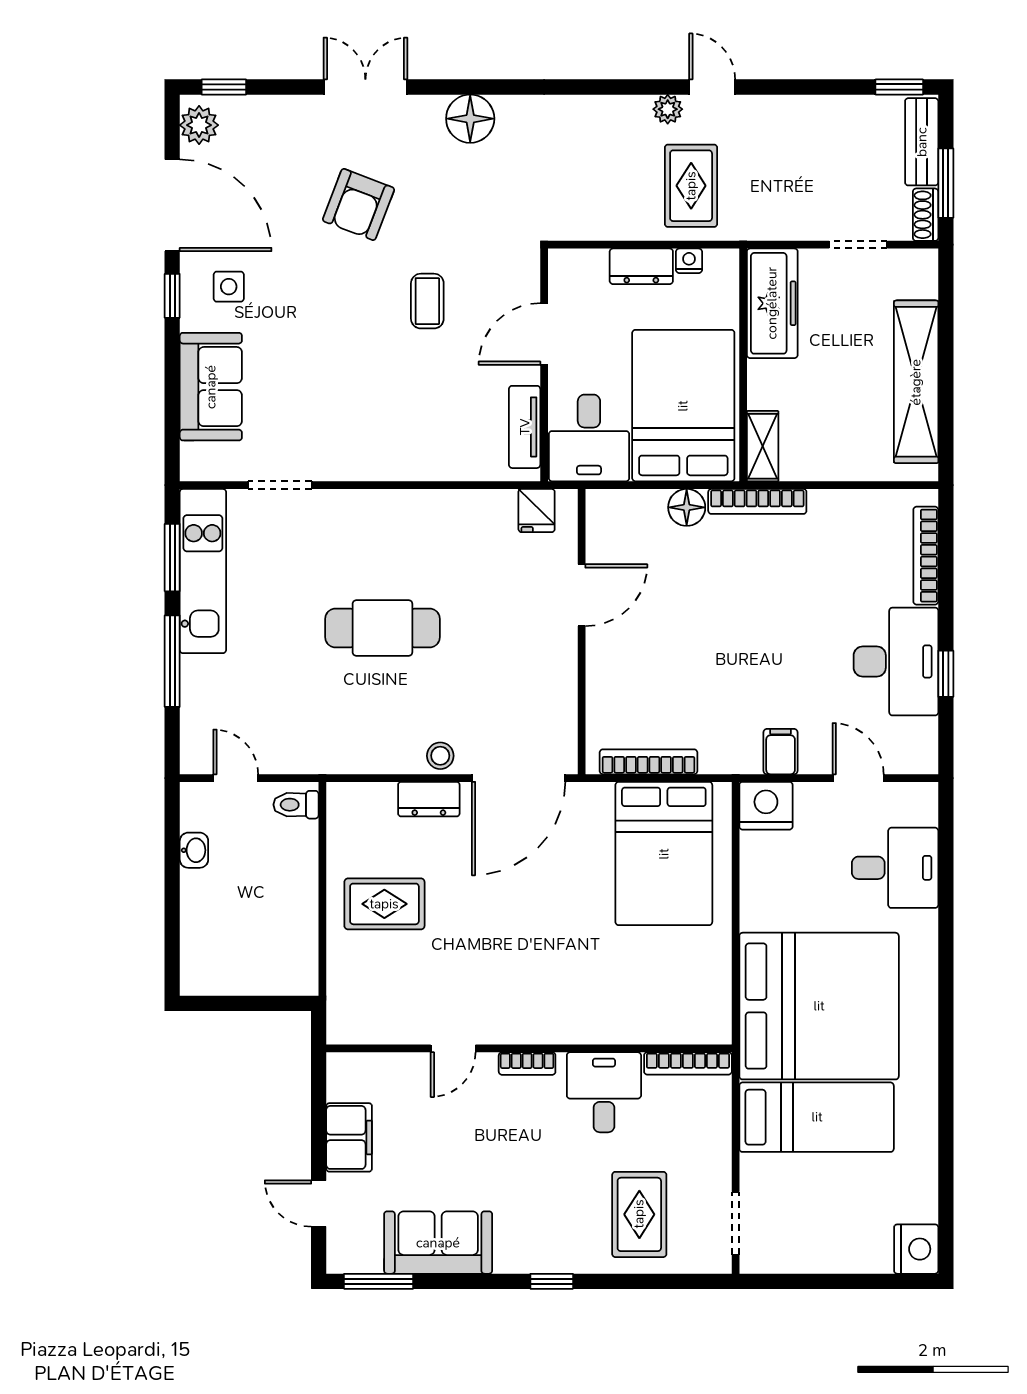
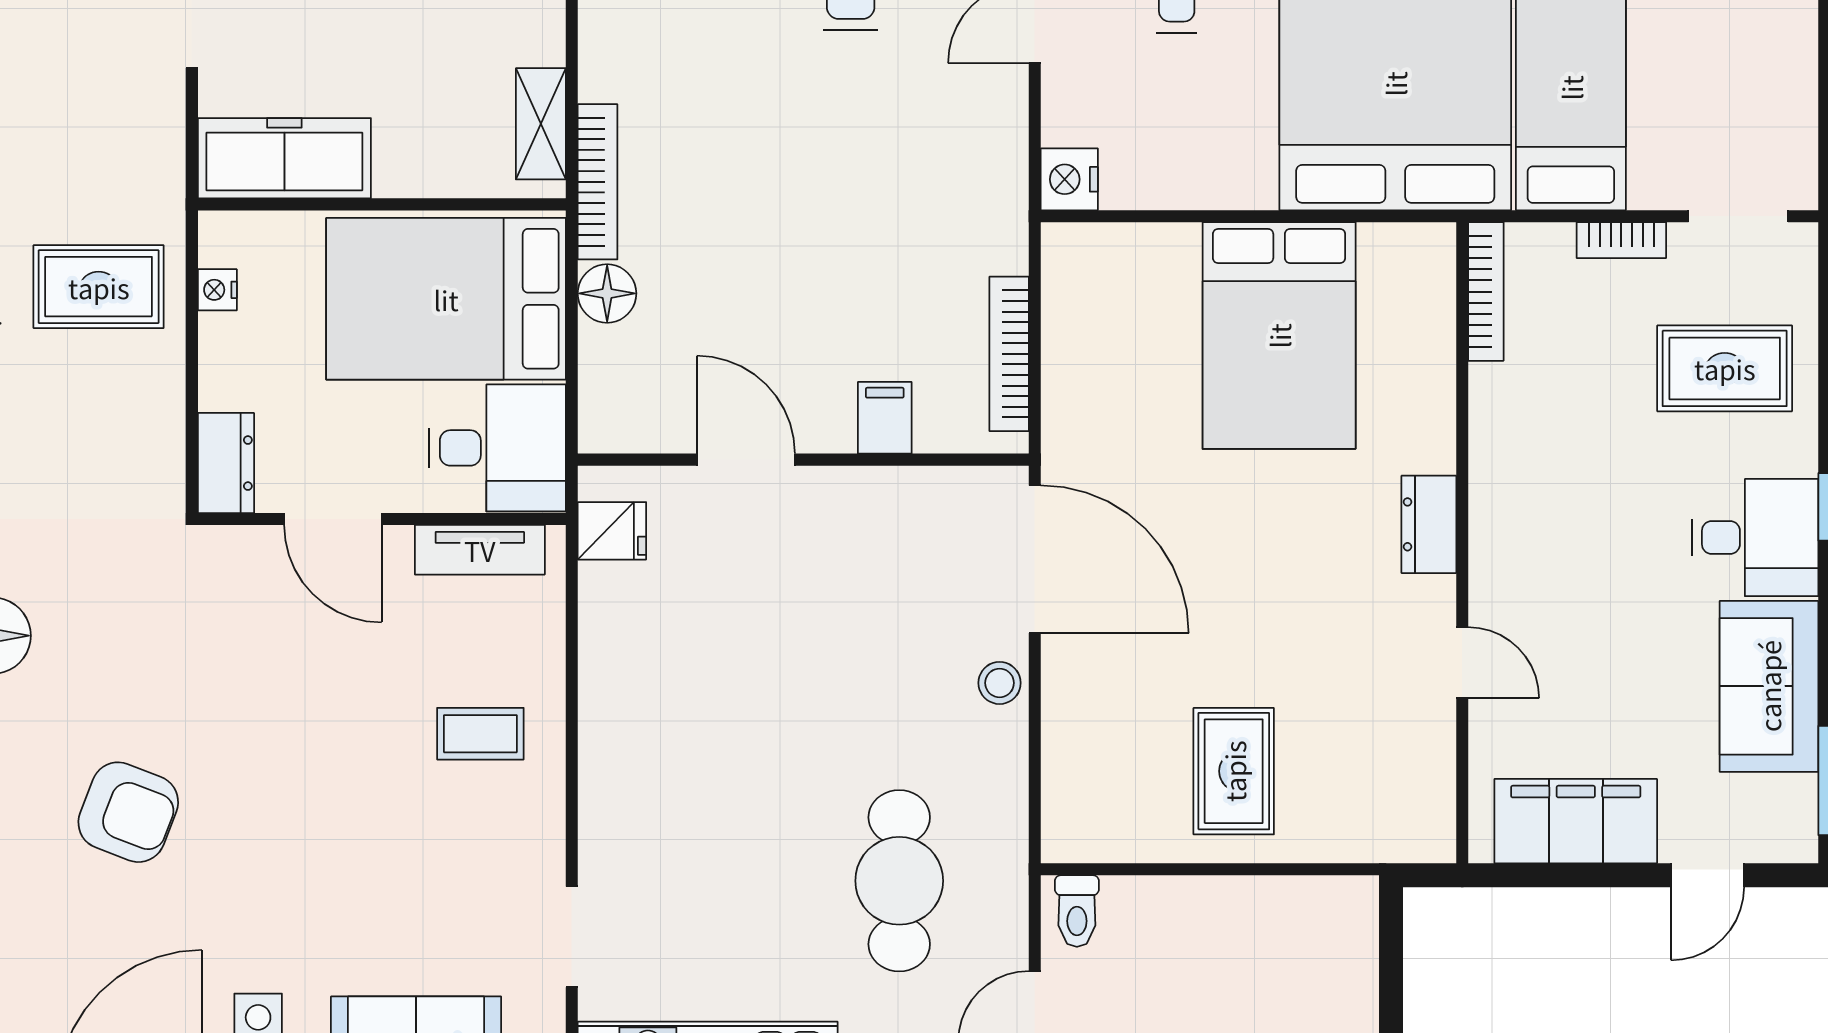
dresser: (641, 266) -> (226, 463), moved
coffee table: (427, 301) -> (480, 734), moved
shelving: (763, 446) -> (541, 124), moved, turned 90
cafe table: (382, 628) -> (899, 881), moved
filing cabinet: (781, 752) -> (885, 418), moved, turned 90
dresser: (429, 799) -> (1429, 524), moved, turned 180
nightstand: (766, 806) -> (1069, 179), width x0.74, depth x0.75
bed: (664, 854) -> (1279, 336), moved, turned 90
bookcase: (527, 1064) -> (1621, 240), moved, turned 90
desk: (604, 1092) -> (1755, 538), moved, turned 180
filing cabinet: (349, 1137) -> (1576, 821), width x1.50, depth x1.17

